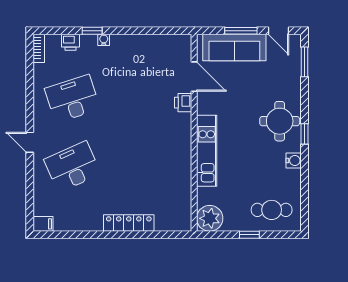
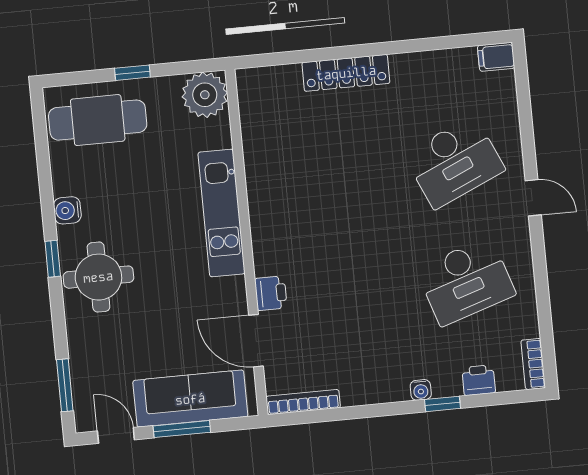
bookcase: (171, 39) -> (303, 402), added
cafe table: (272, 210) -> (98, 120), width x1.37, depth x1.35

